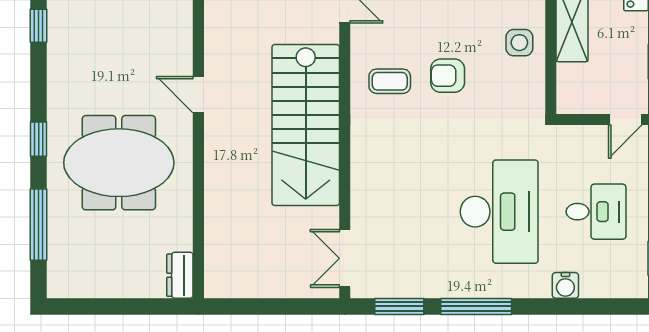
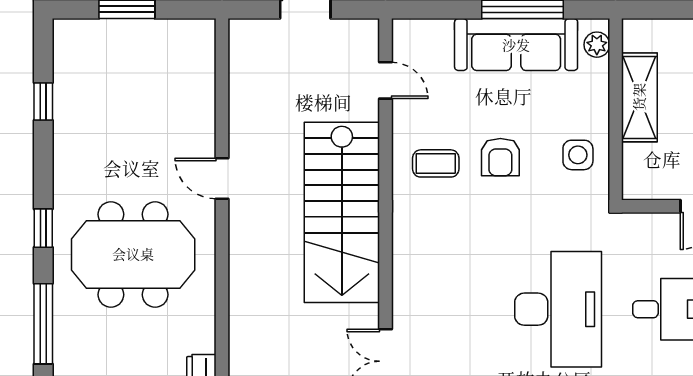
side table: (519, 43) -> (578, 155), moved
armchair: (448, 76) -> (500, 157), turned -90

